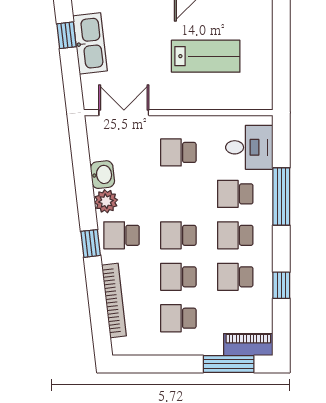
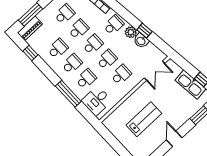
lab bench: (206, 56) -> (144, 119), turned 180
school desk: (178, 194) -> (107, 60), added
window: (91, 243) -> (144, 31), moved
window: (281, 285) -> (30, 53), moved

